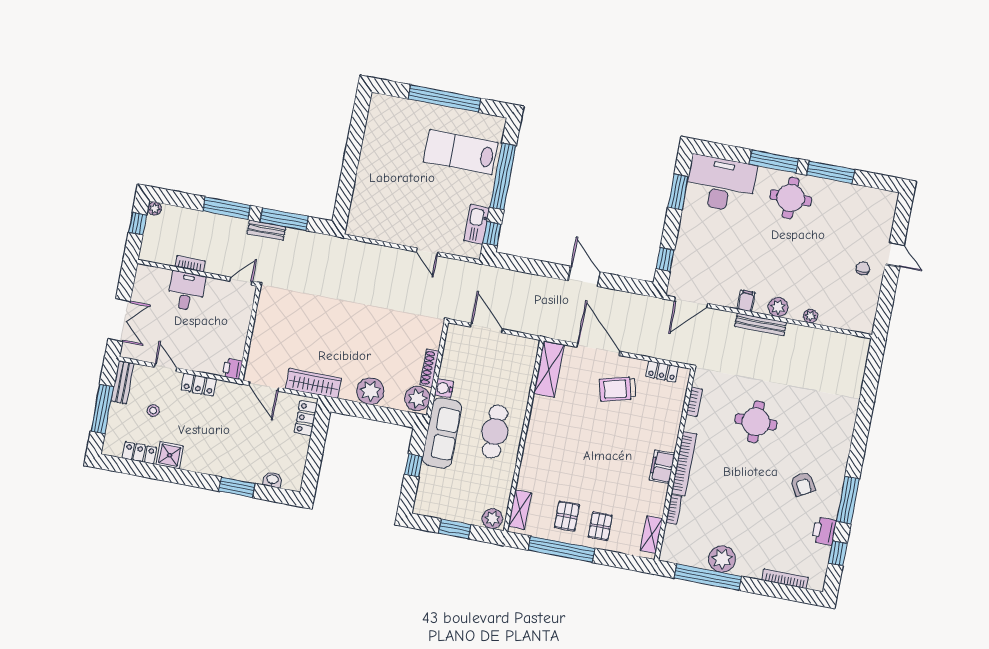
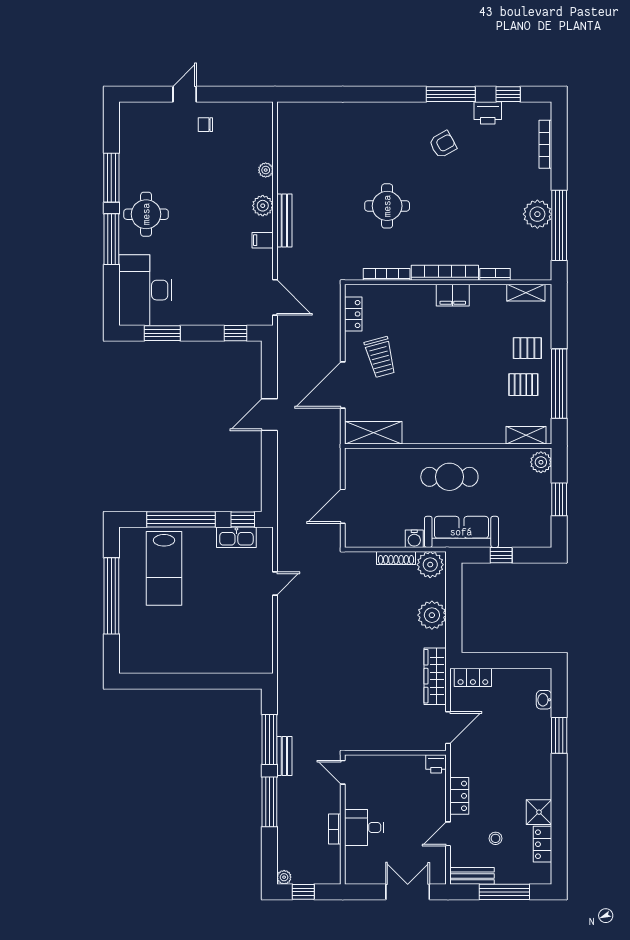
bookcase: (694, 402) -> (387, 274), width x1.56

